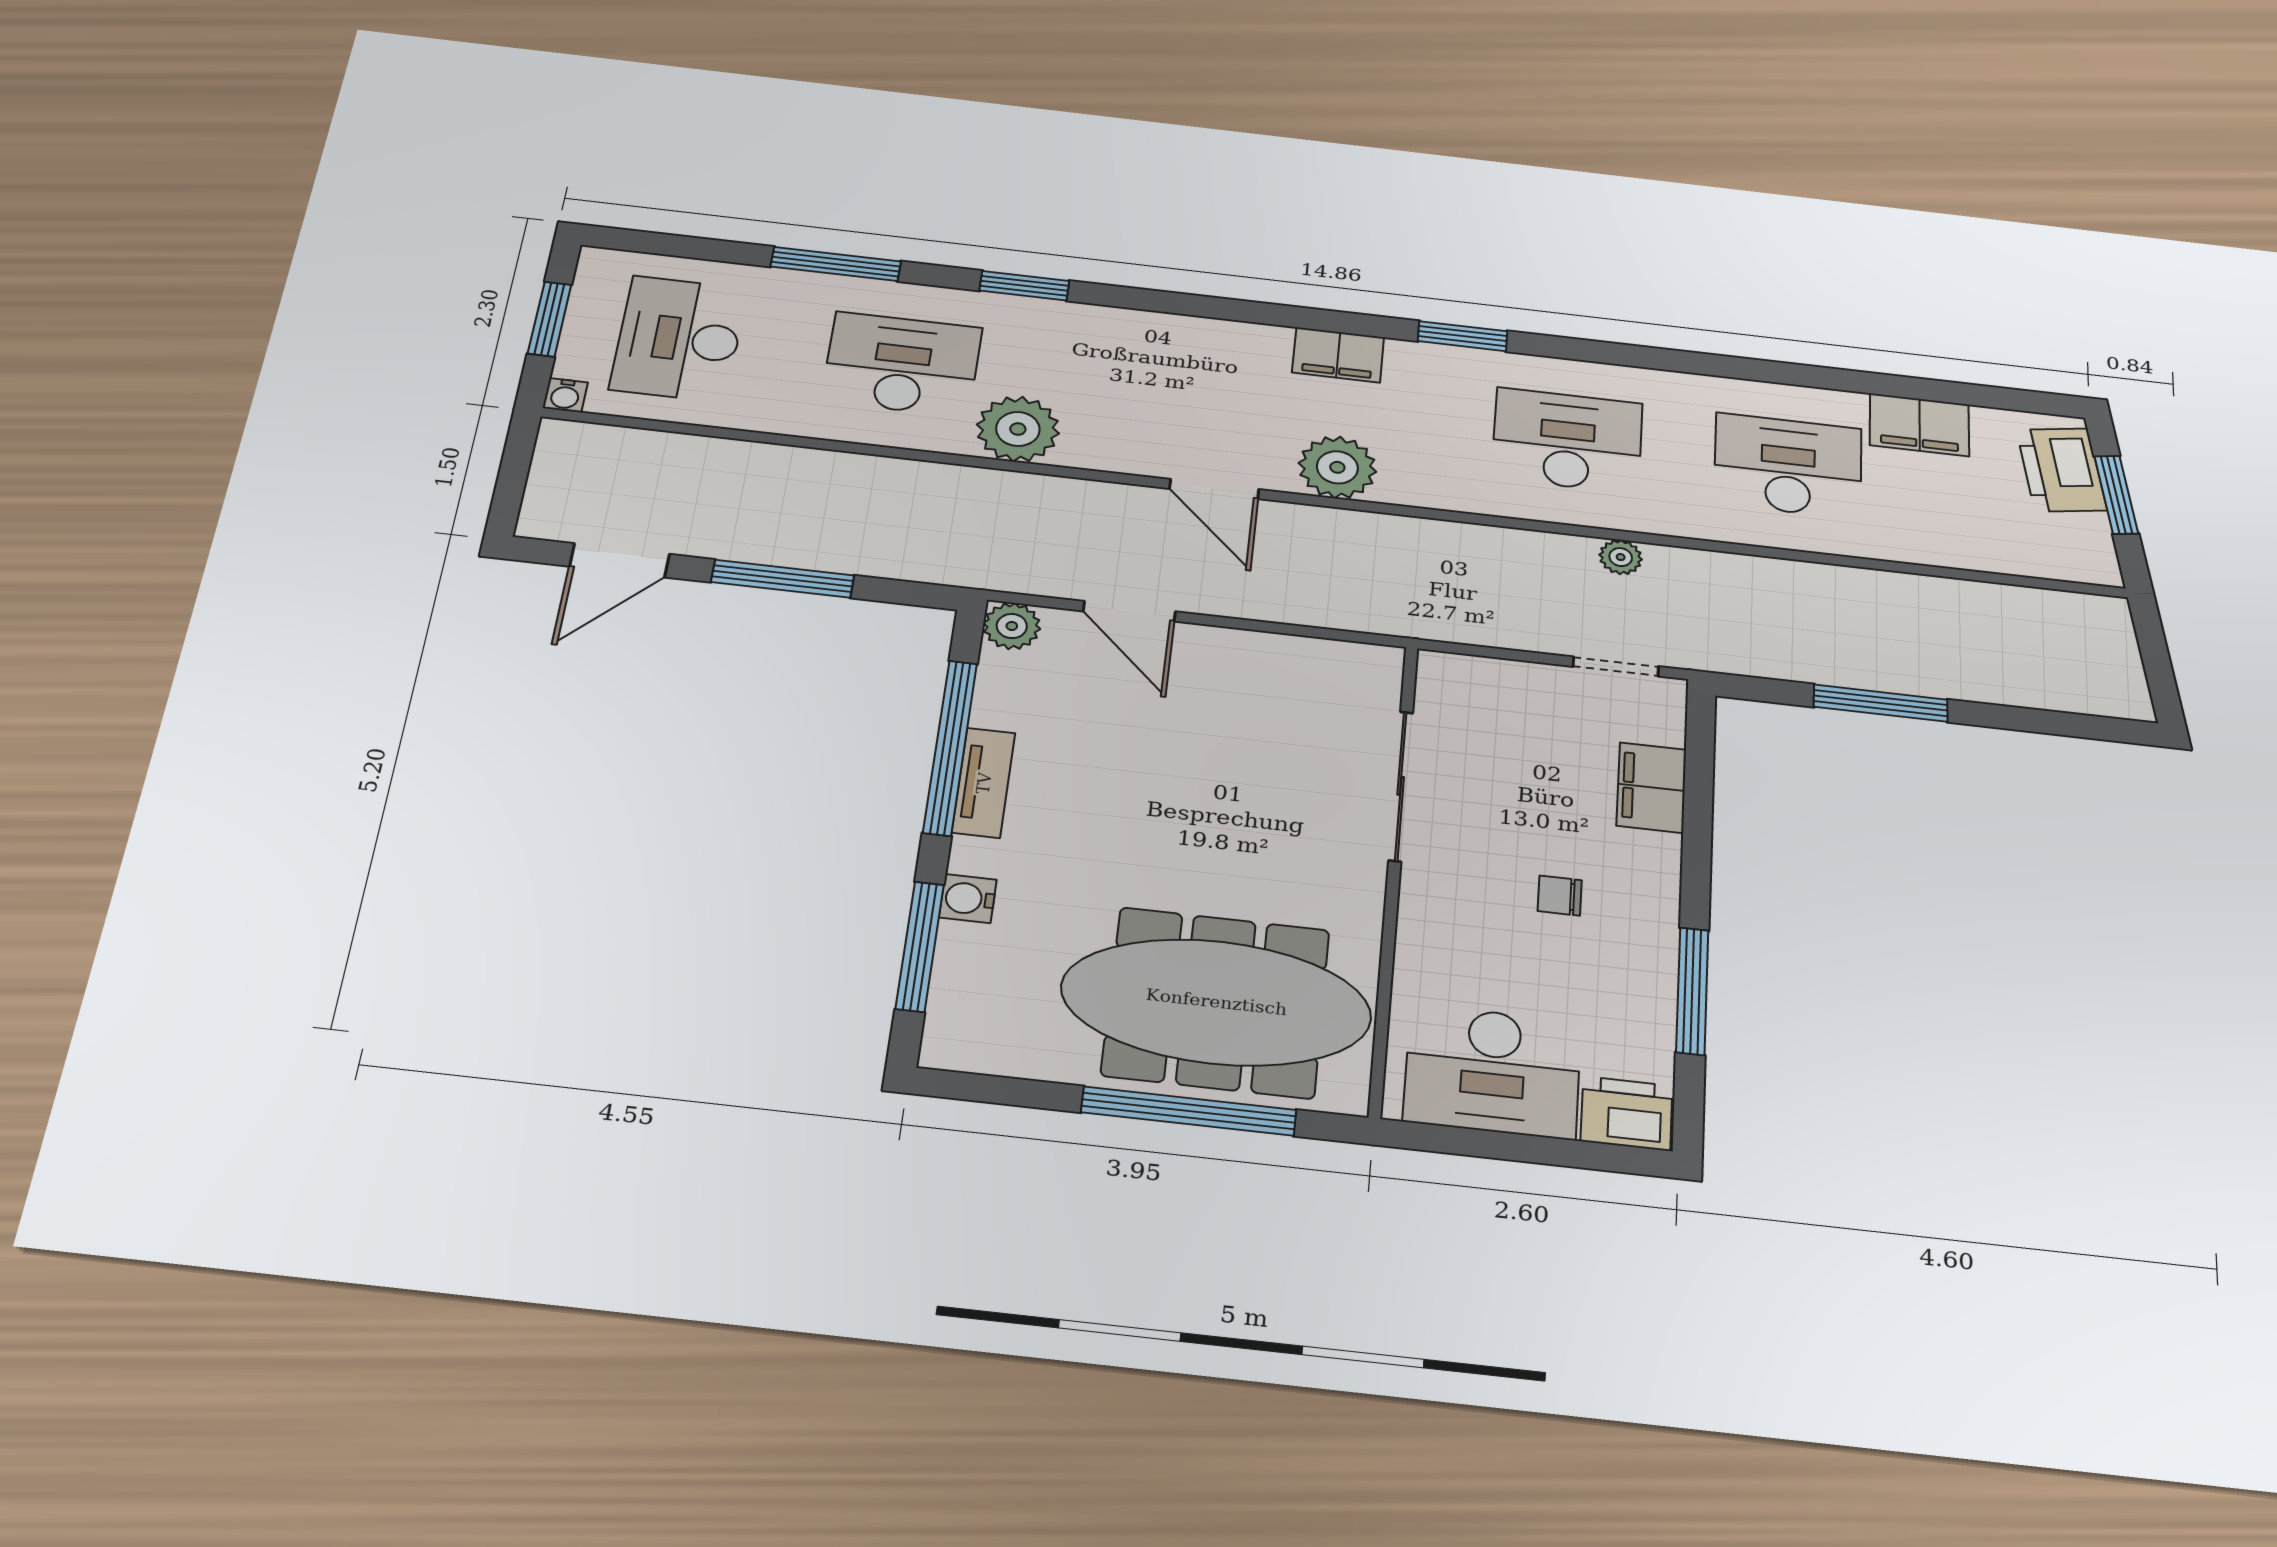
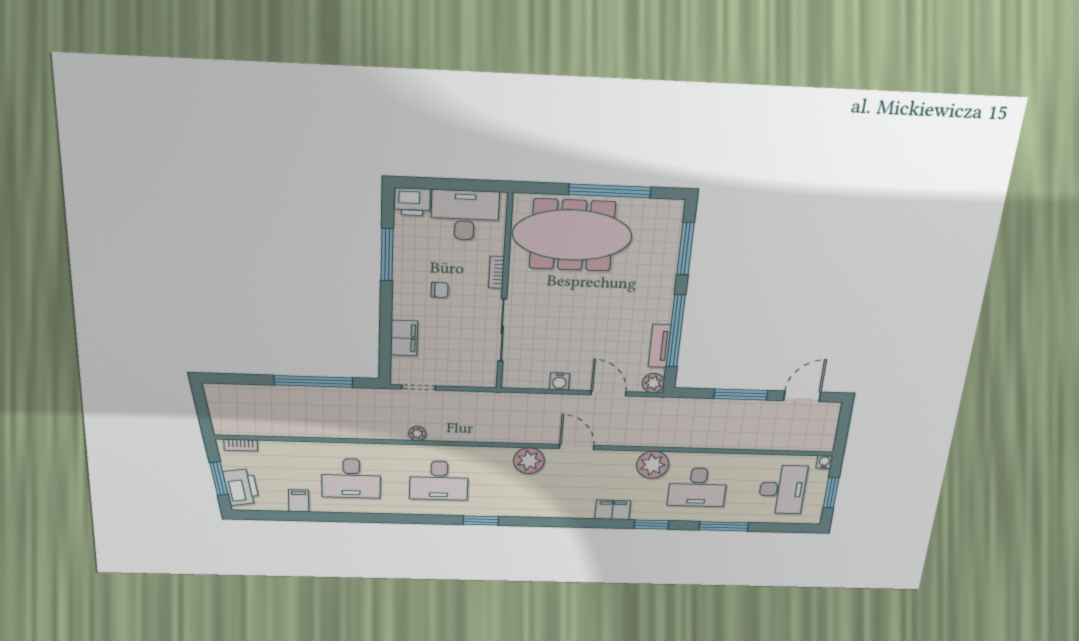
filing cabinet: (1338, 355) -> (613, 510), moved
filing cabinet: (1919, 425) -> (299, 501), width x0.50
bookcase: (2062, 568) -> (241, 445), added
window: (1881, 703) -> (313, 381), width x1.46
tv unit: (984, 783) -> (660, 346), moved
water cooler: (968, 899) -> (559, 381), moved, turned 90
bookcase: (1413, 927) -> (496, 272), added
window: (1189, 1111) -> (610, 191), moved

